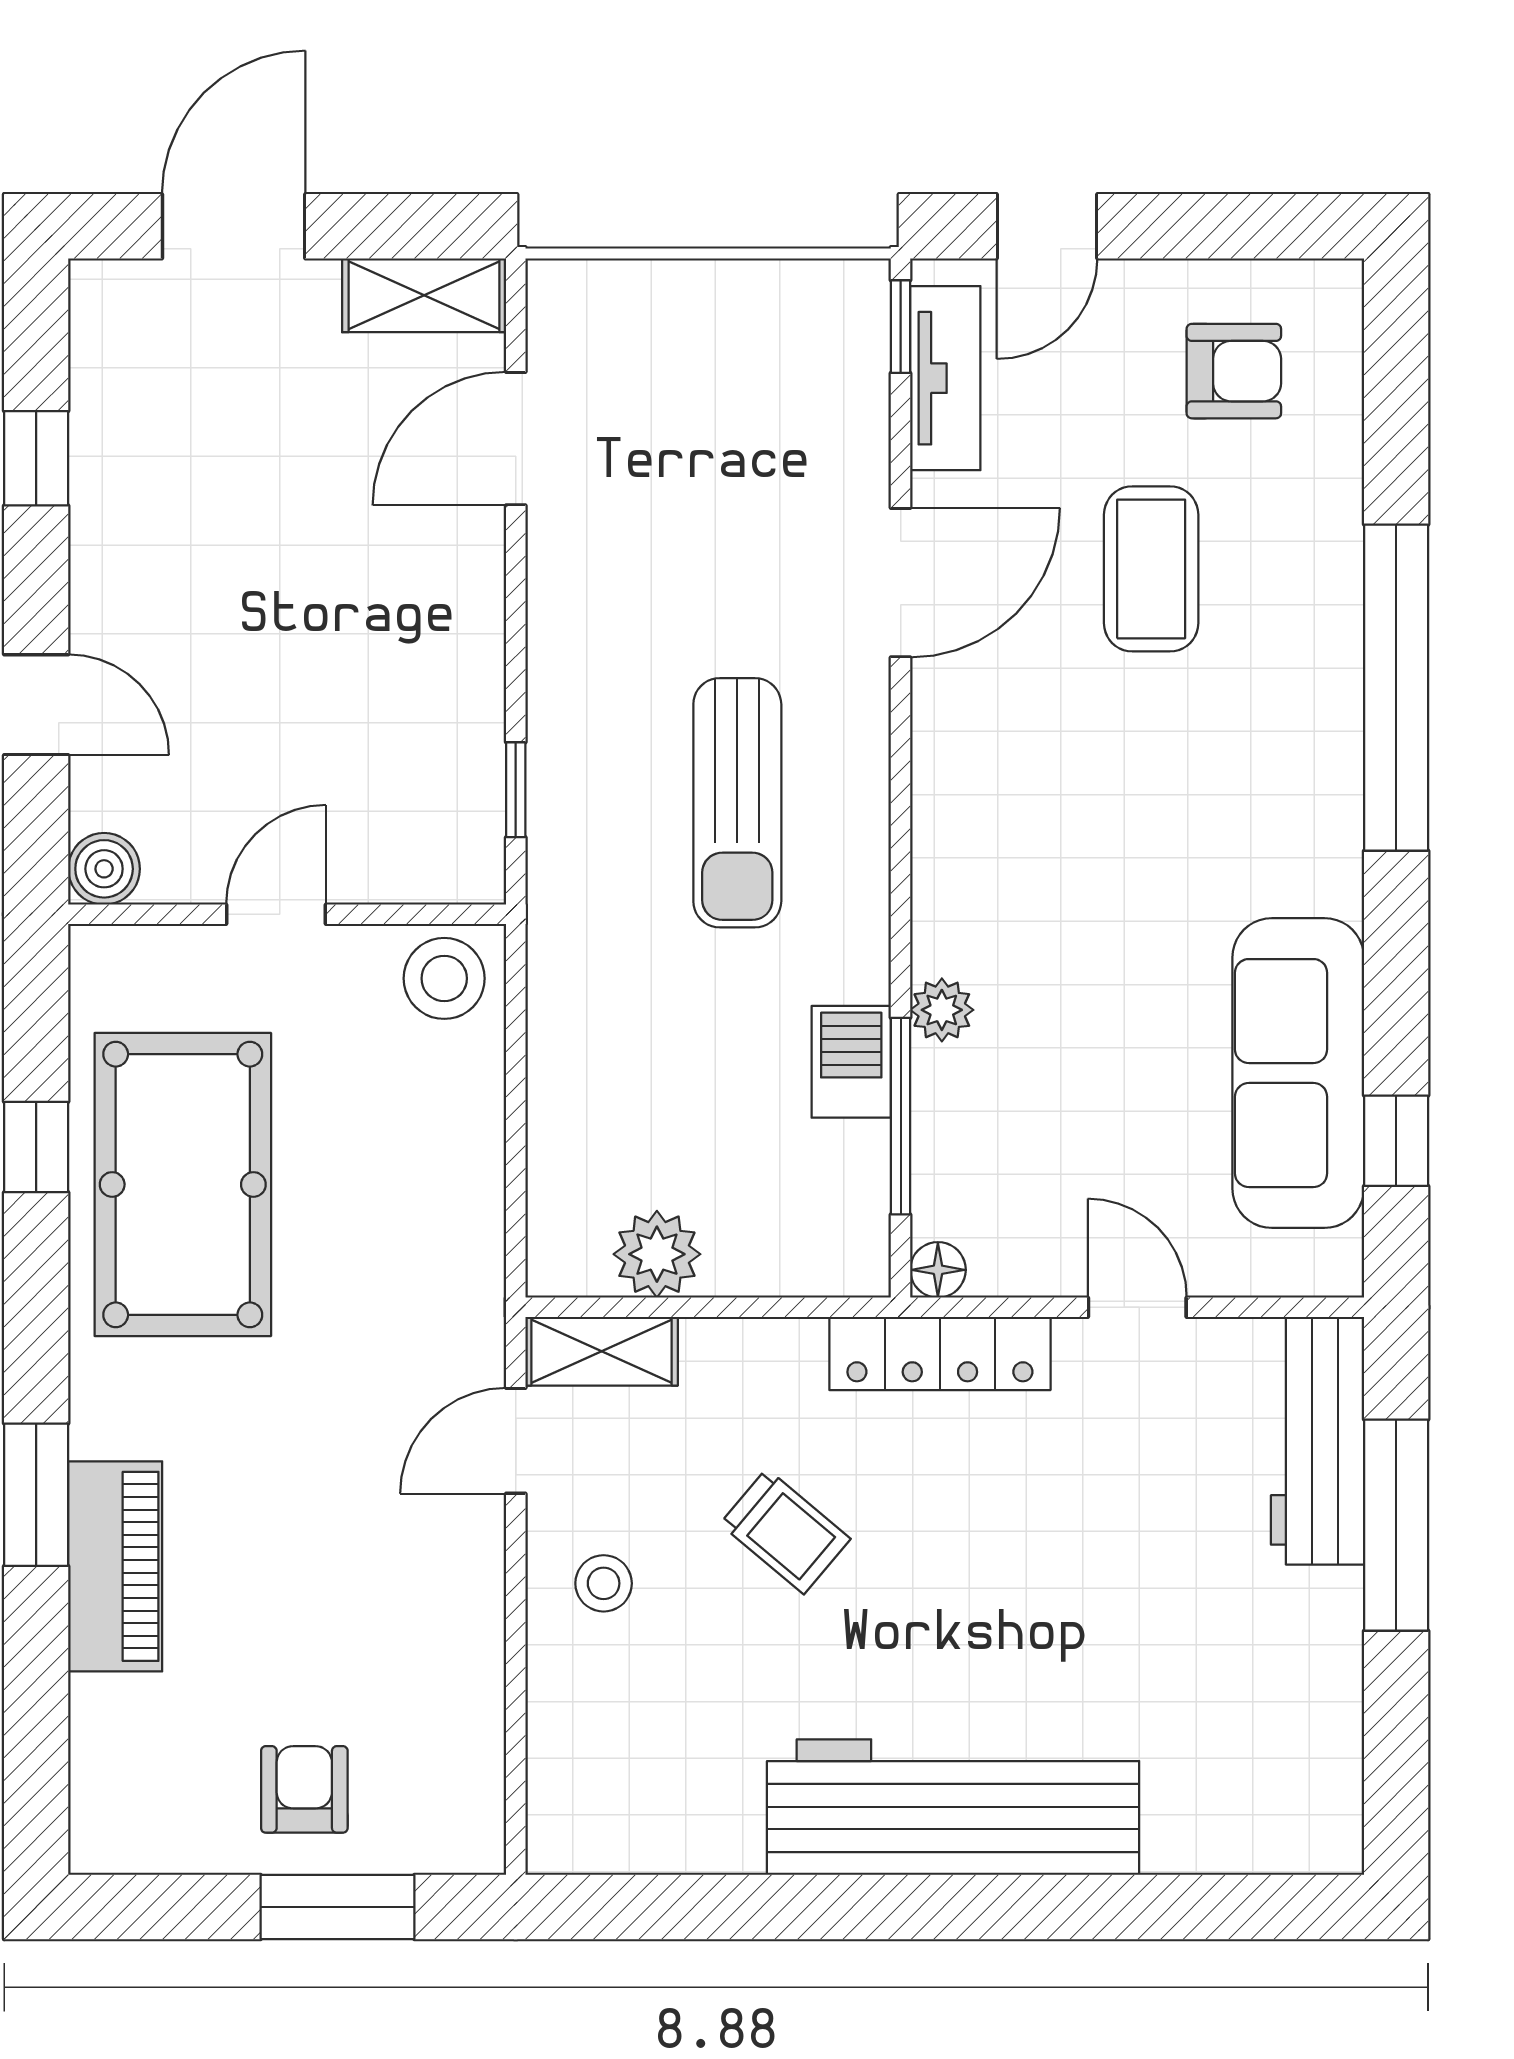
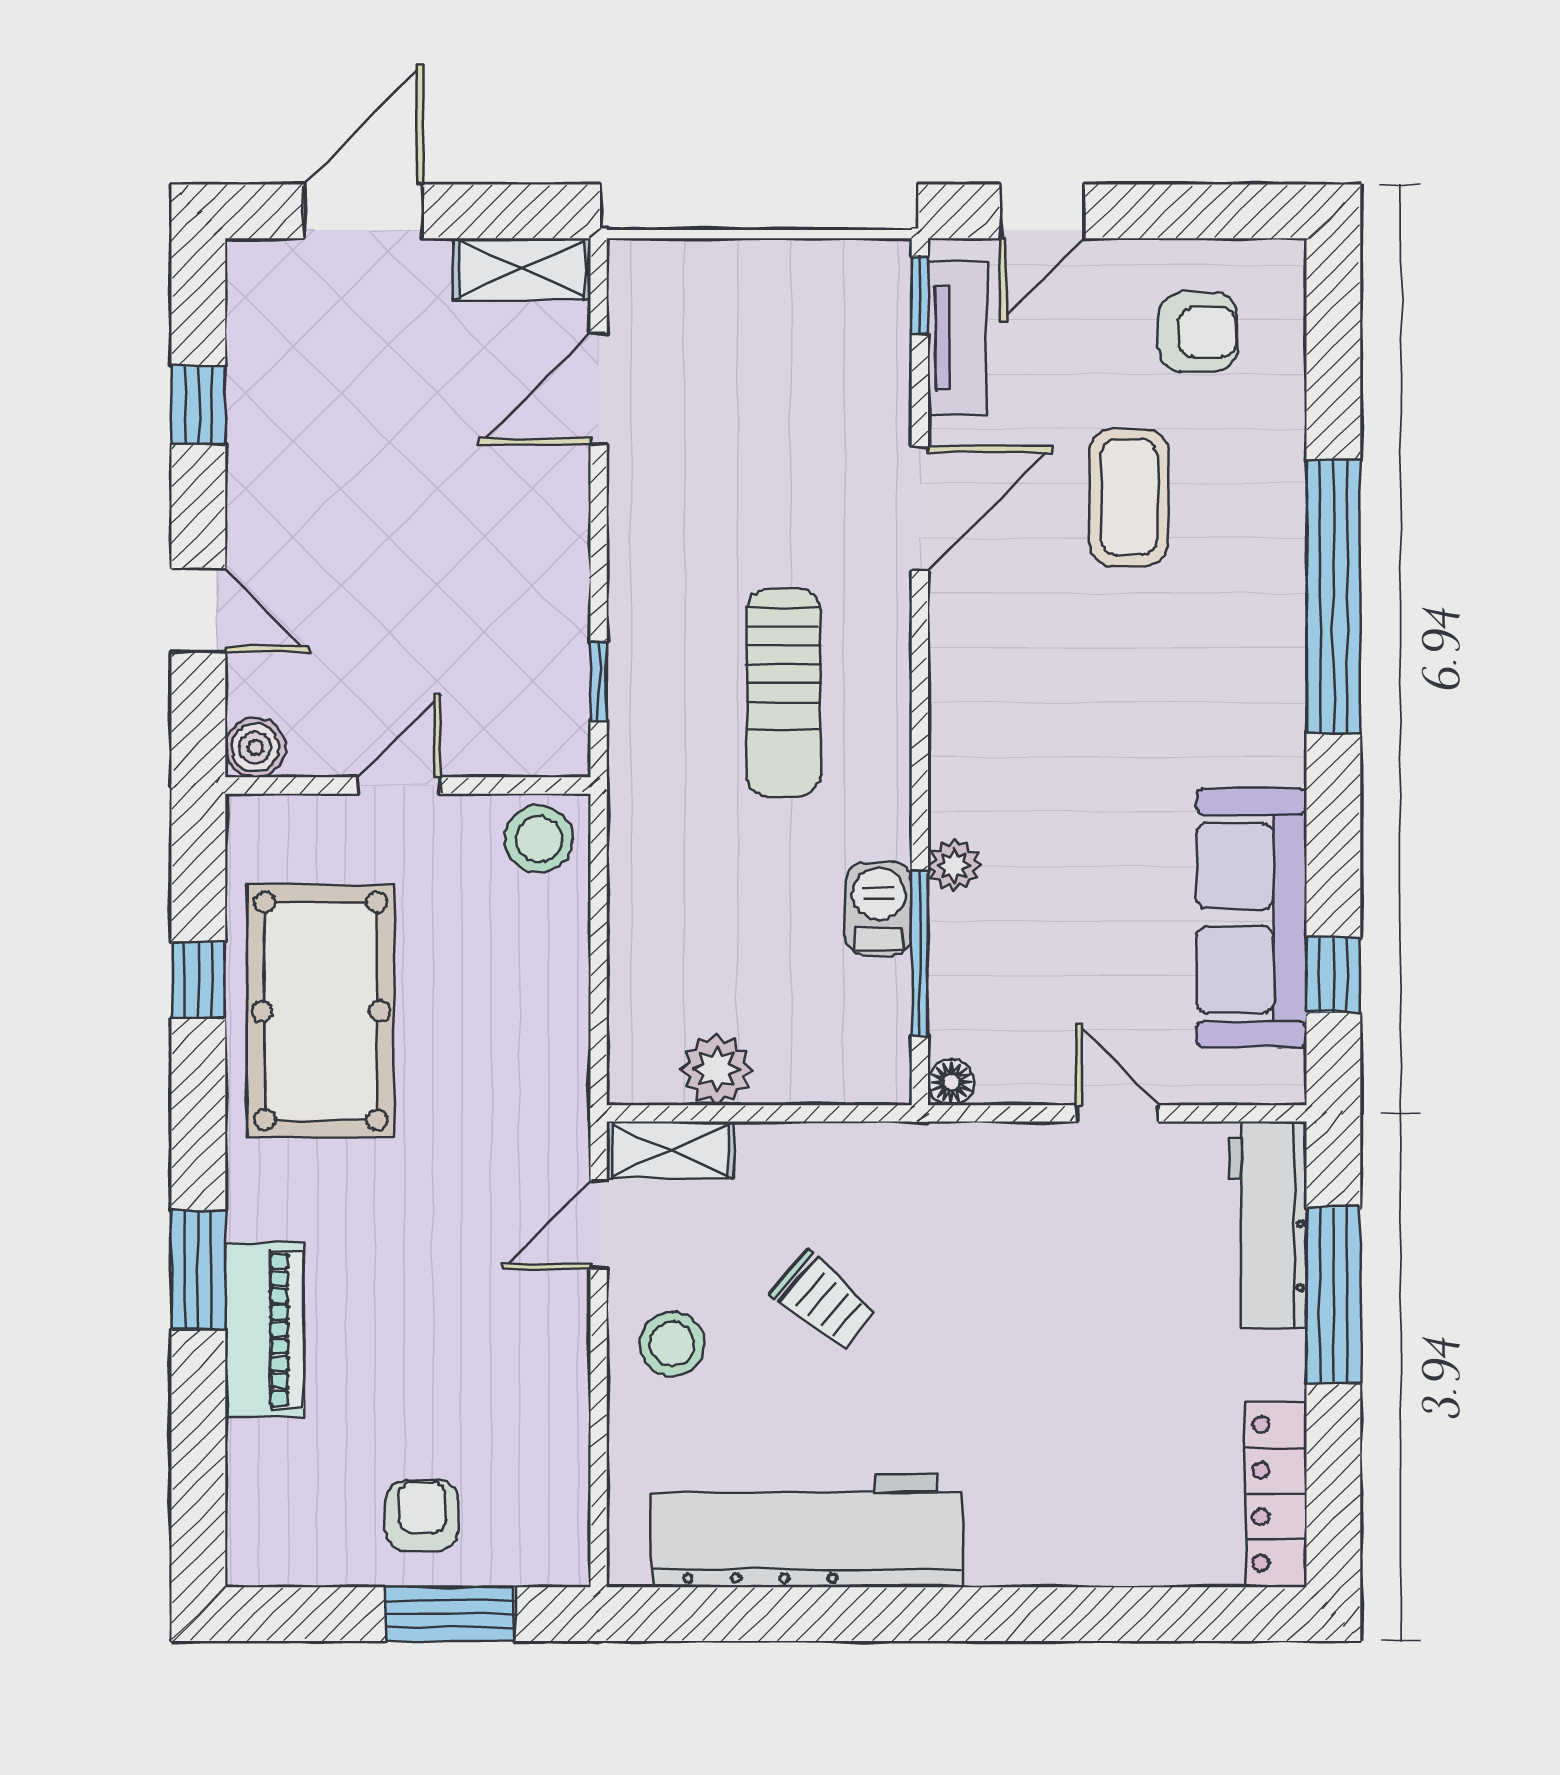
locker: (940, 1353) -> (1276, 1494), moved, turned 90
stool: (604, 1583) -> (672, 1344), width x1.37, depth x1.37
workbench: (953, 1807) -> (807, 1531), moved

